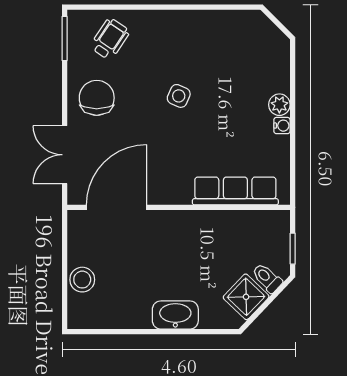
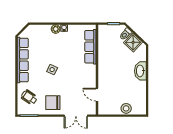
row of seats: (202, 23) -> (23, 60), added
door: (116, 207) -> (97, 95), width x0.53

